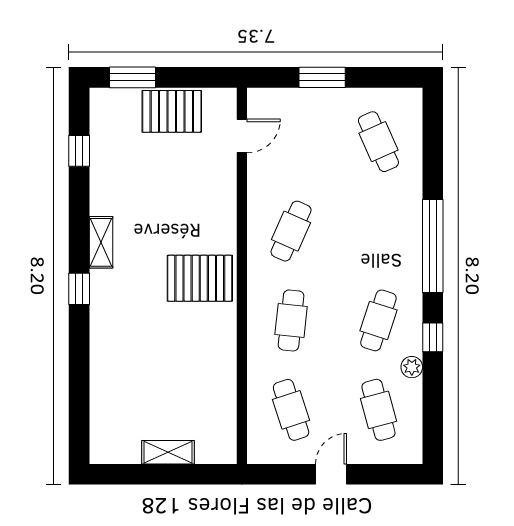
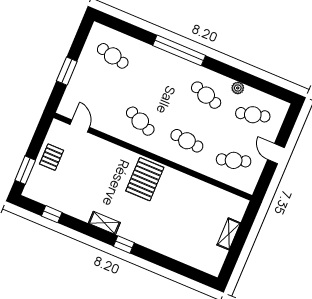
pallet: (172, 111) -> (52, 157), width x0.67, depth x0.71
cafe table: (378, 142) -> (113, 56), turned 36
window: (433, 337) -> (227, 71), removed

